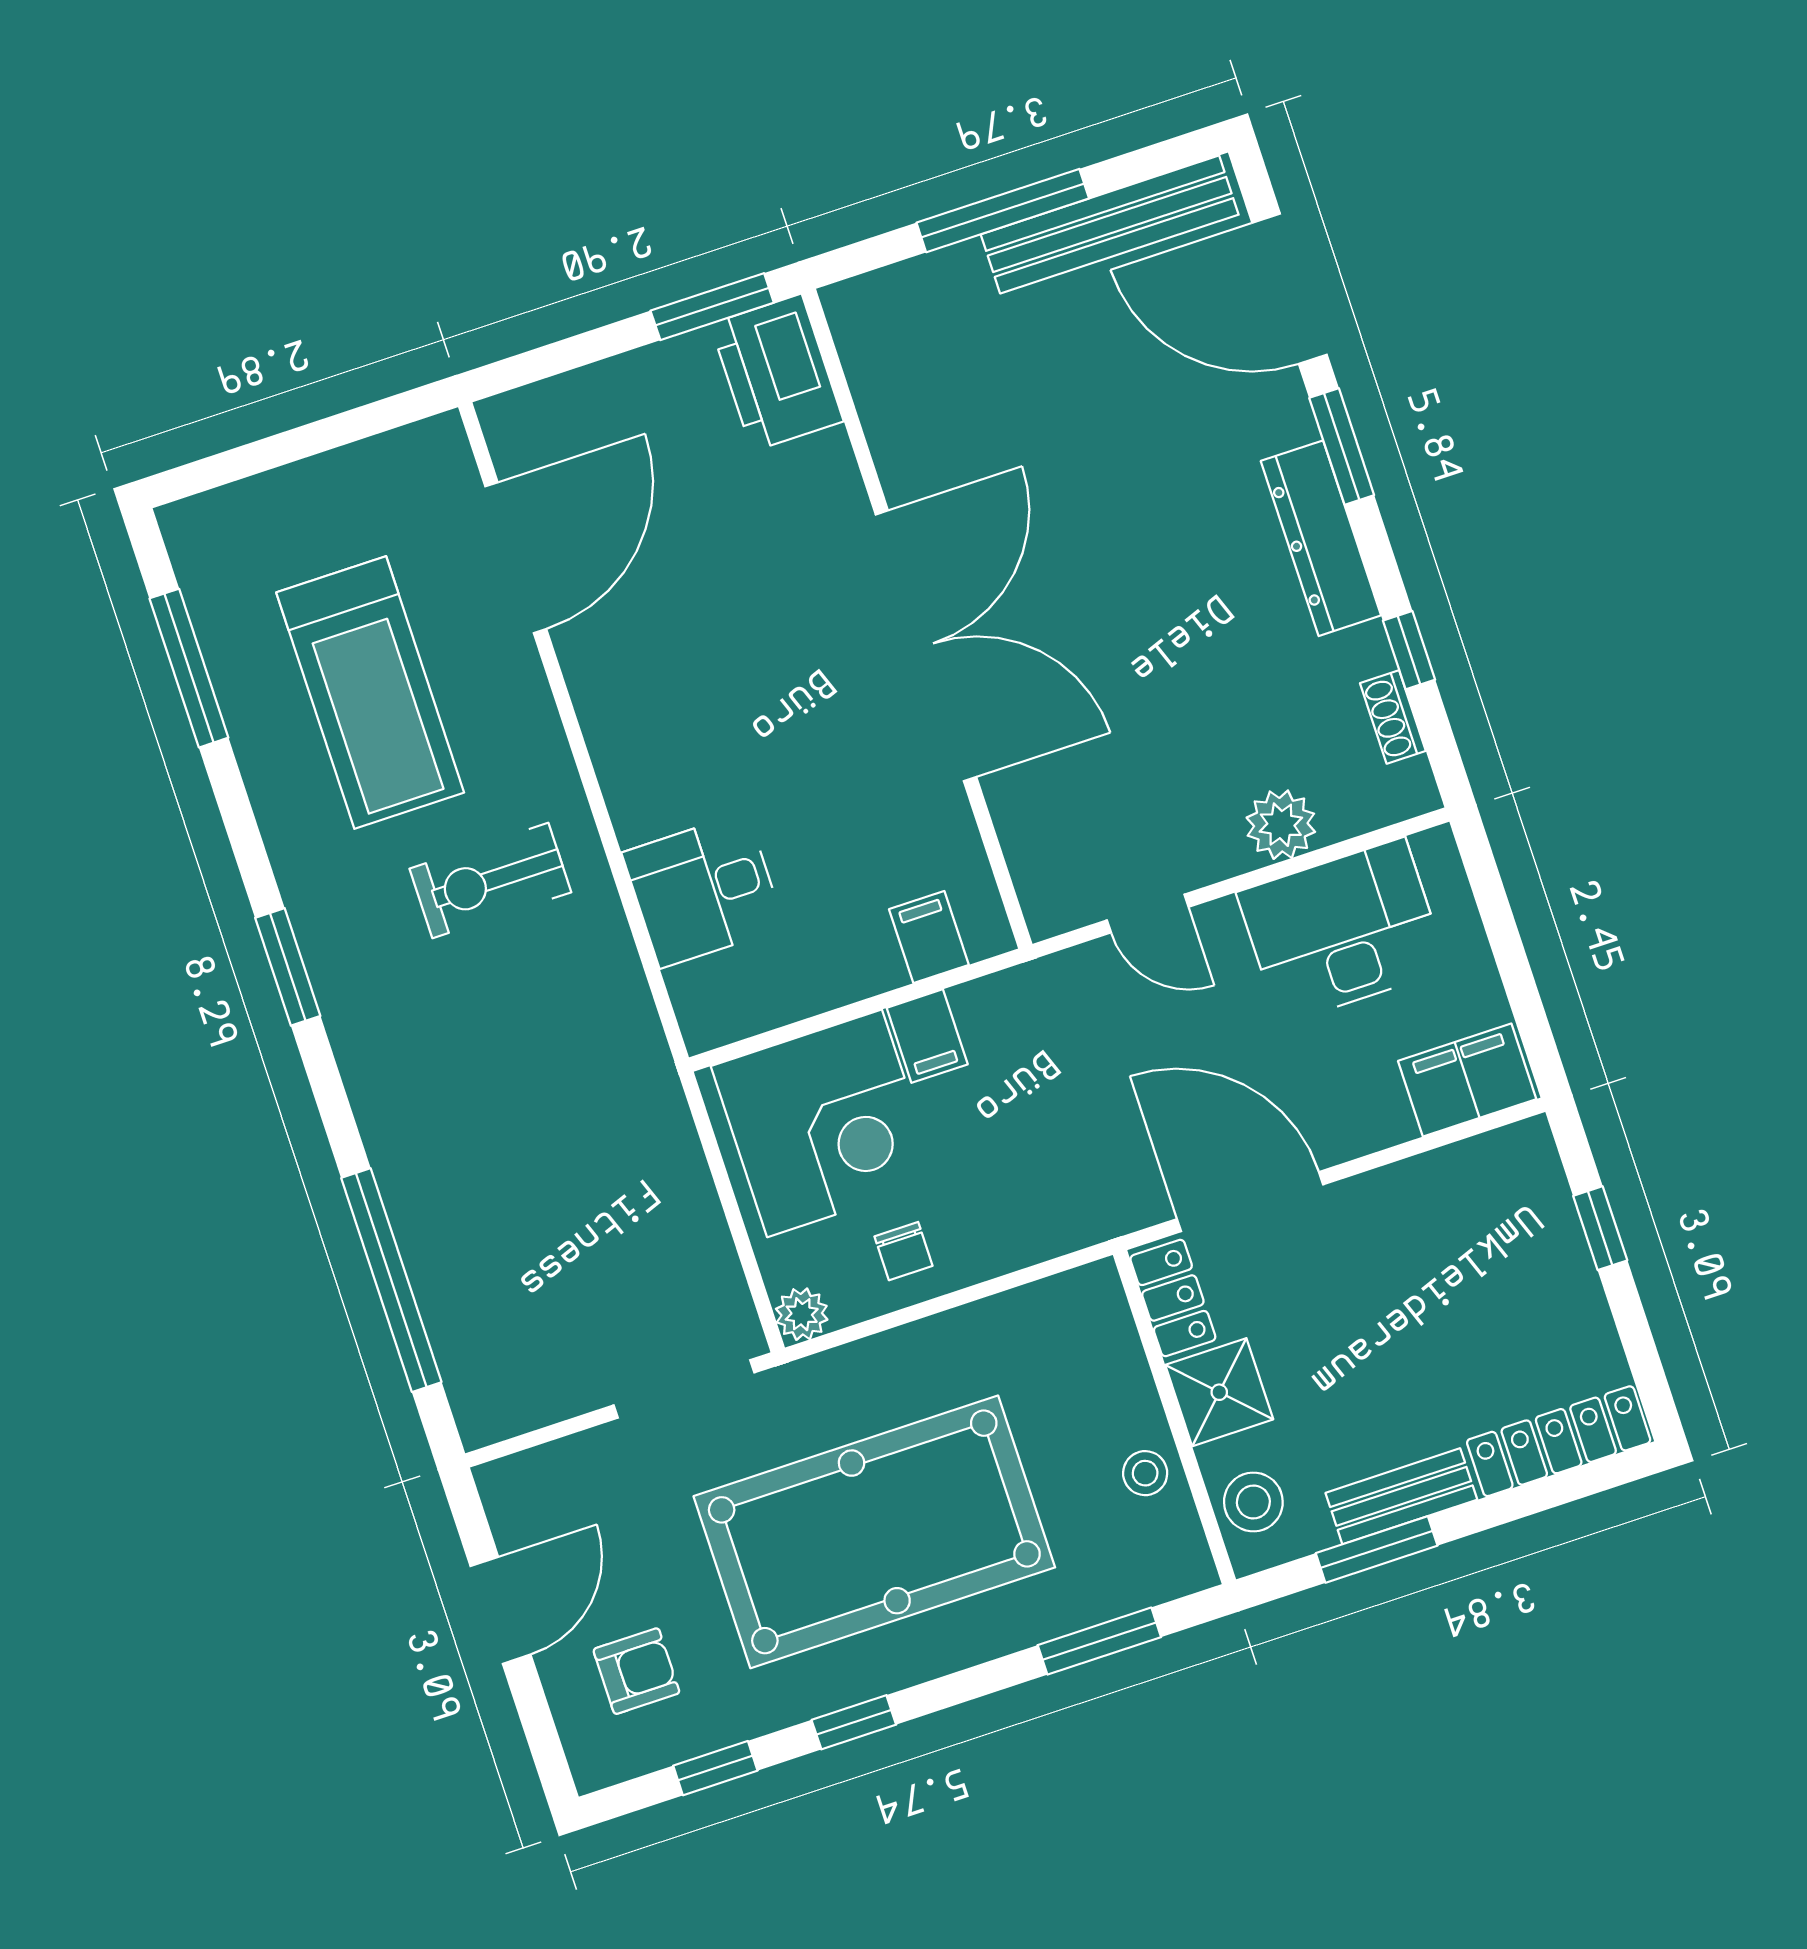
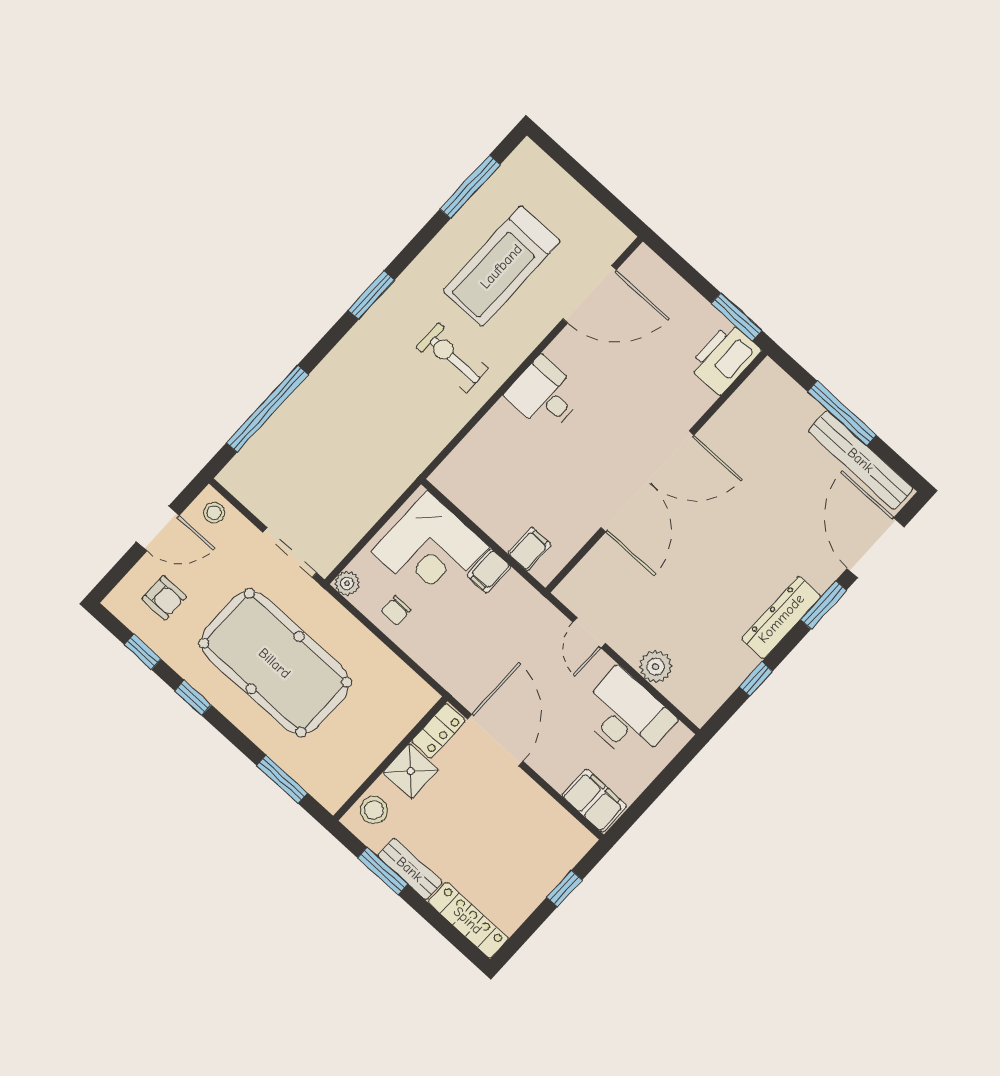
shoe rack: (1393, 717) -> (725, 688), removed
desk: (703, 890) -> (544, 395), moved
stool: (1145, 1473) -> (214, 513), moved

